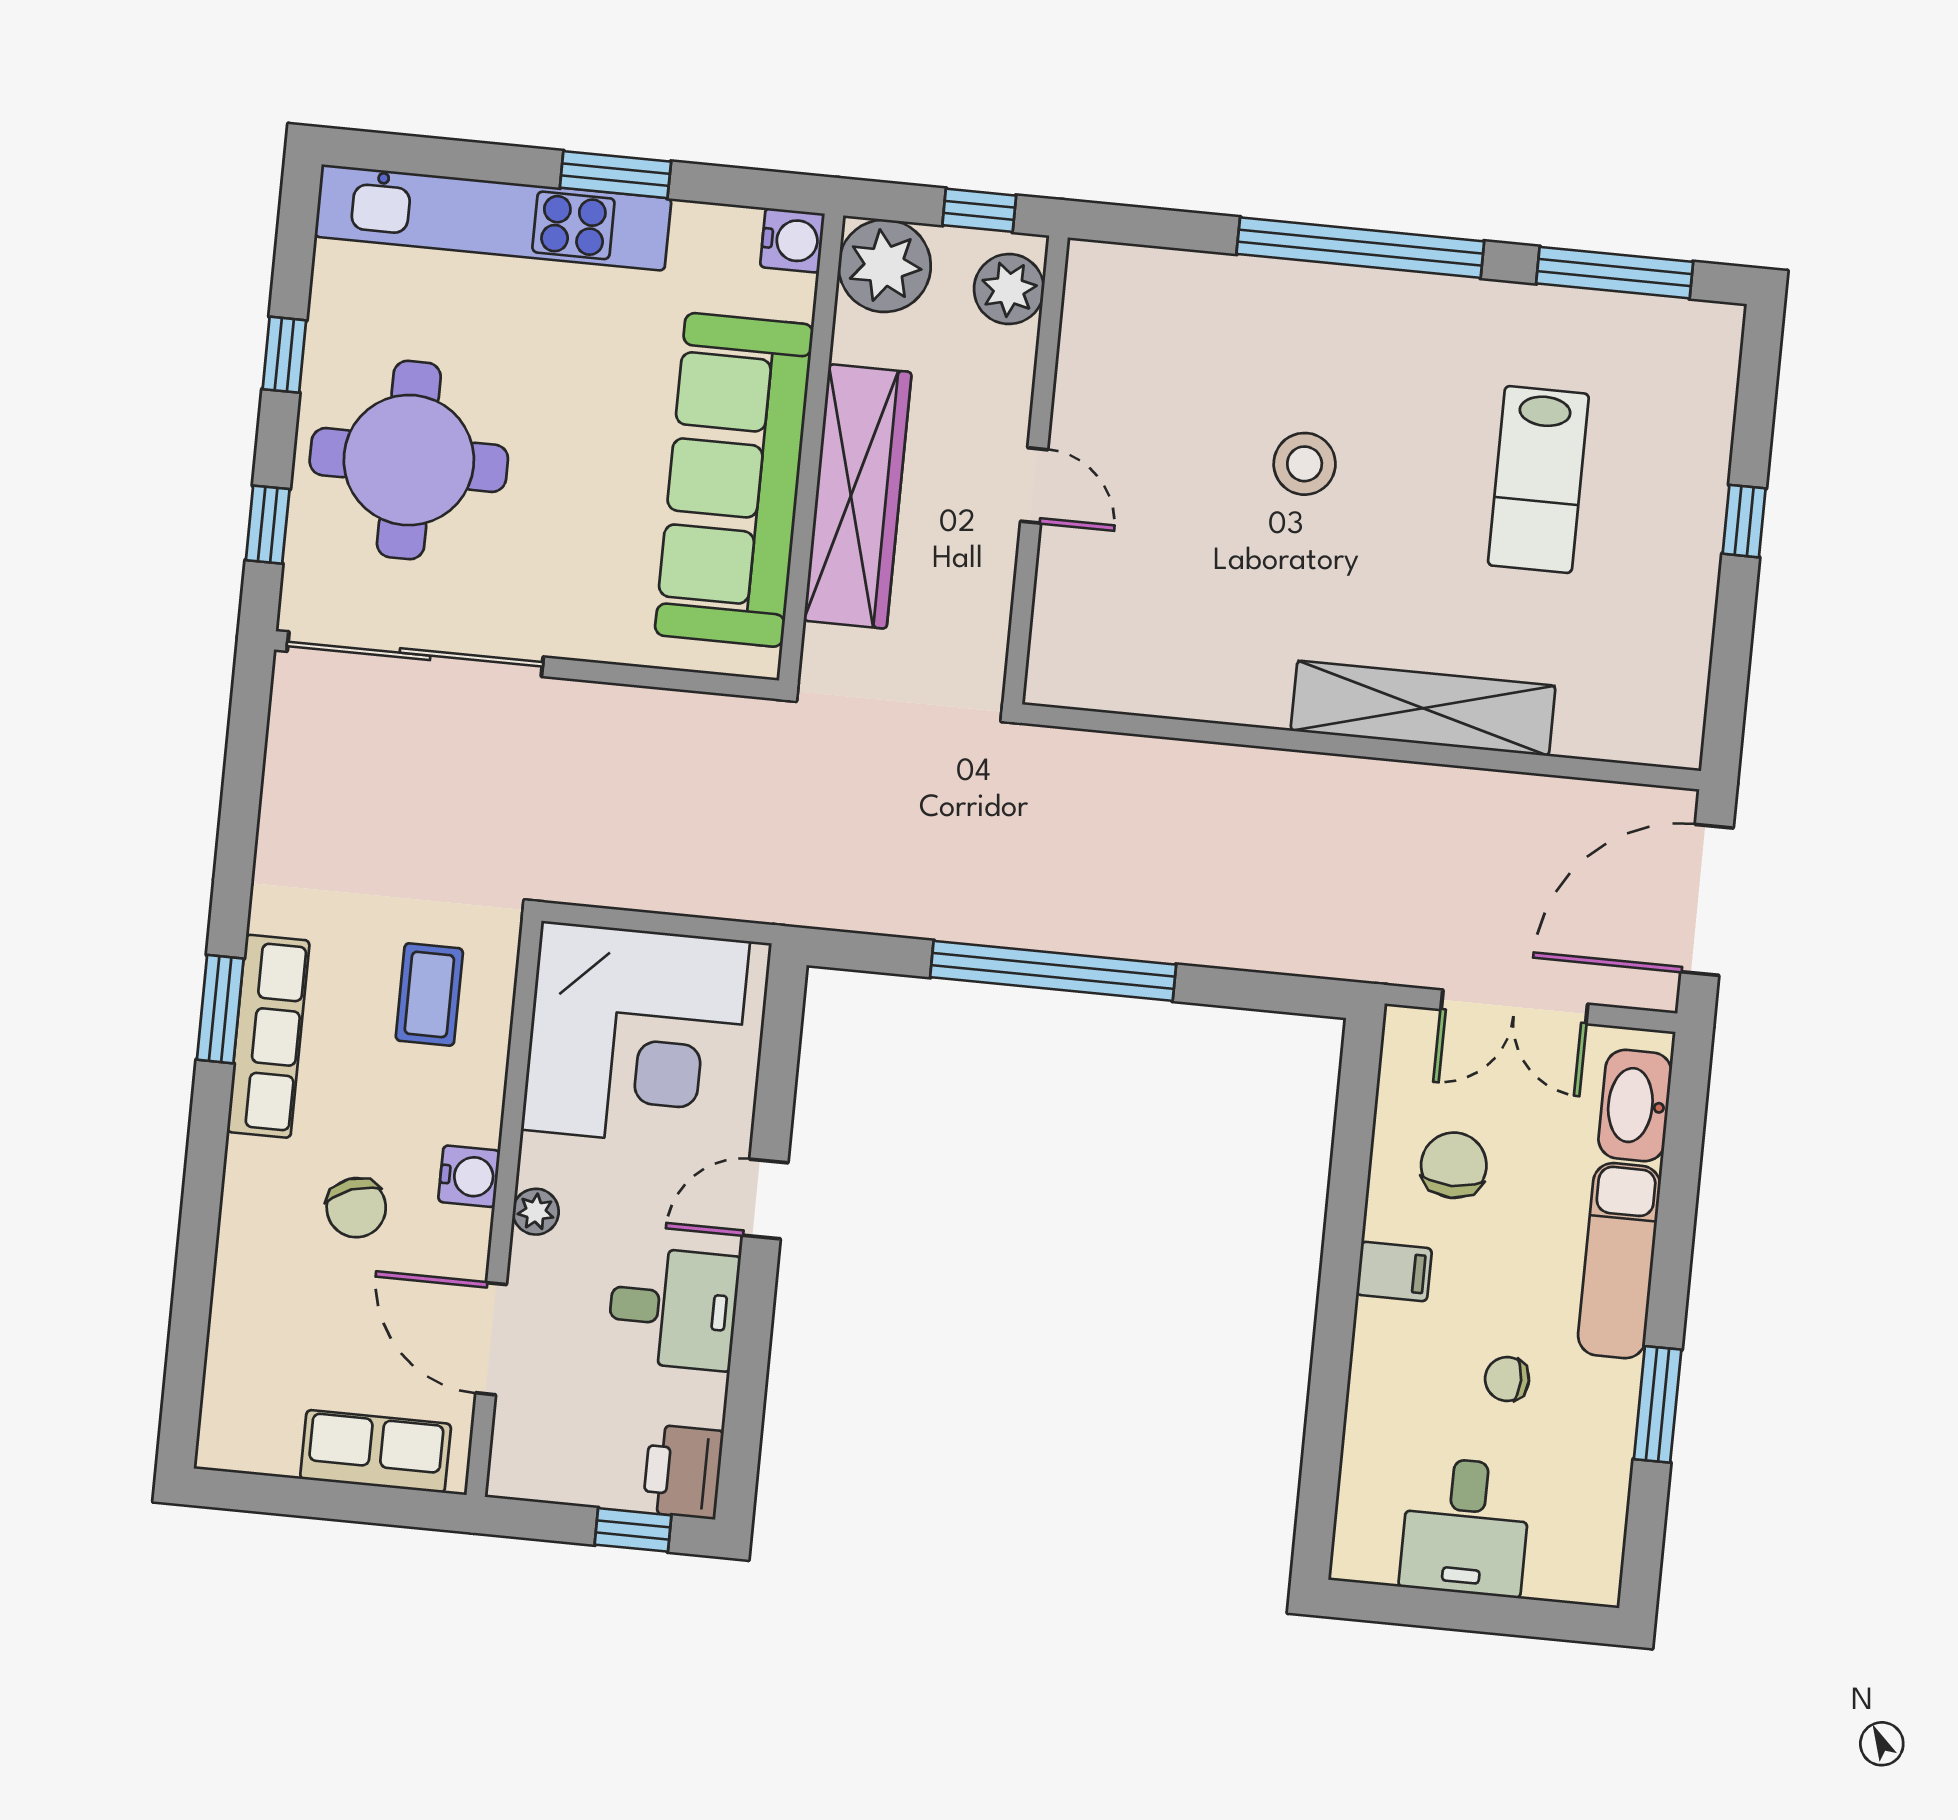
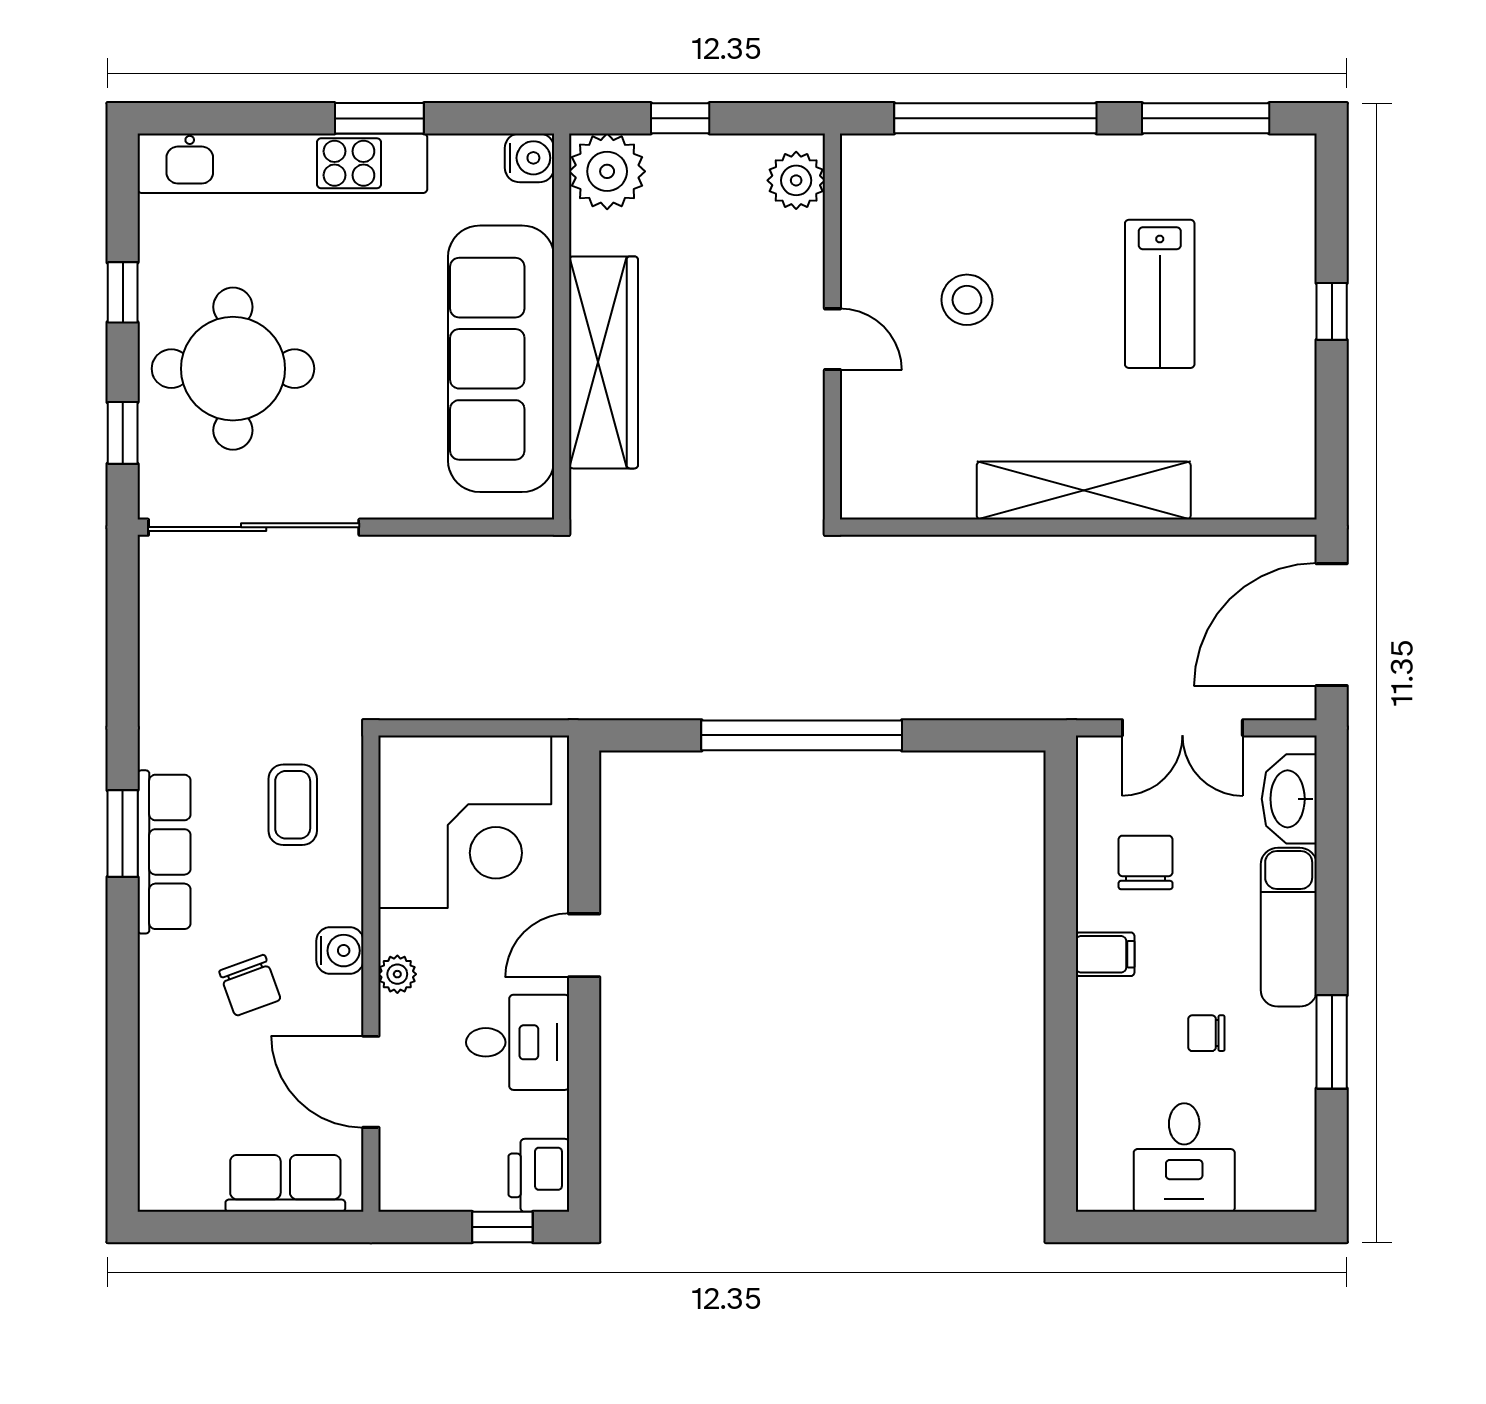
plant: (1009, 289) -> (796, 180), moved
wall: (1036, 470) -> (832, 326), moved
door: (1034, 485) -> (832, 339), moved

